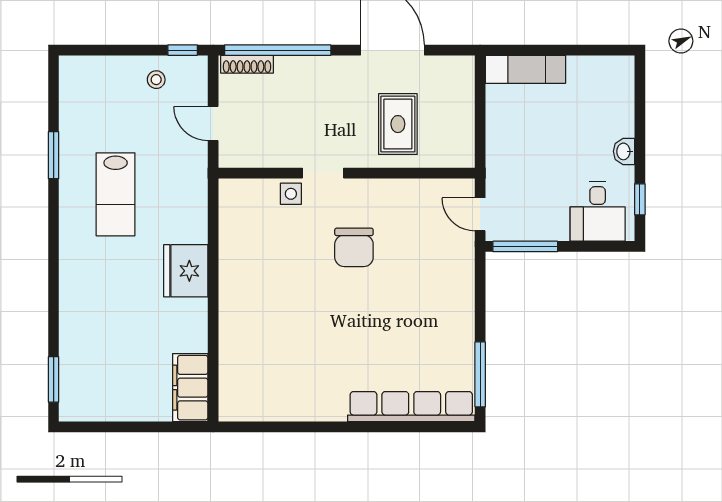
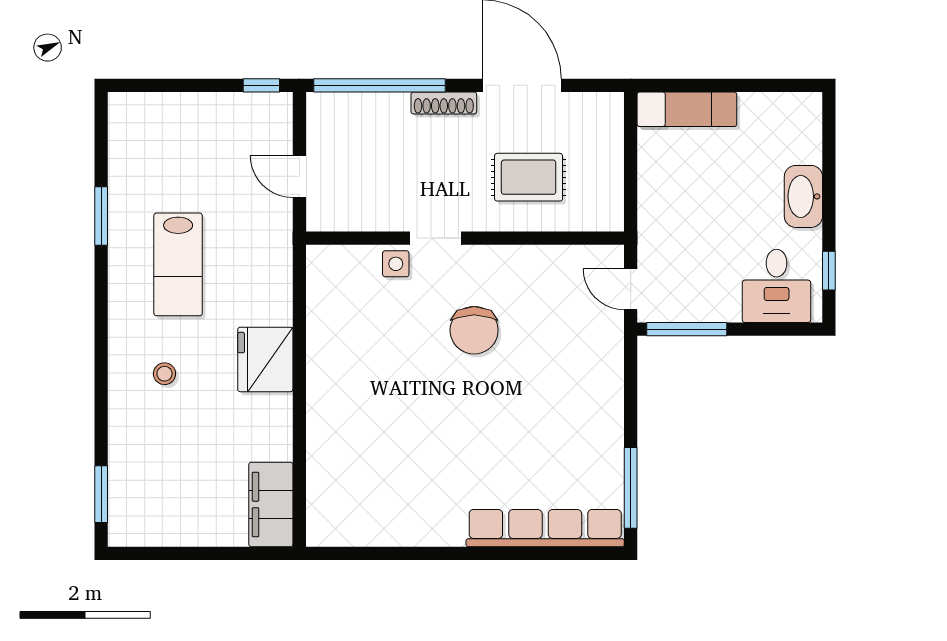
shoe rack: (247, 64) -> (444, 103), moved
stool: (156, 80) -> (164, 374), moved
rug: (398, 124) -> (529, 177), turned 90
washbasin: (624, 151) -> (803, 196), width x1.91, depth x1.45

